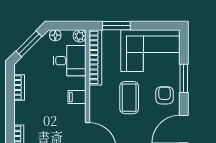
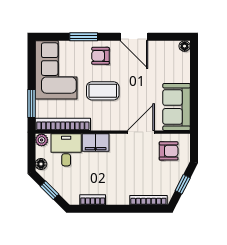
window: (29, 44) -> (49, 190), width x0.67
filing cabinet: (77, 97) -> (96, 142), width x2.00

